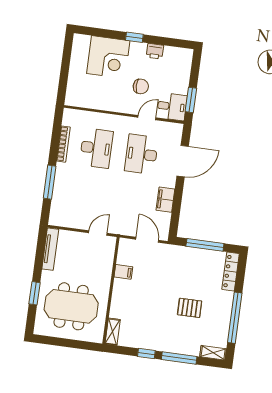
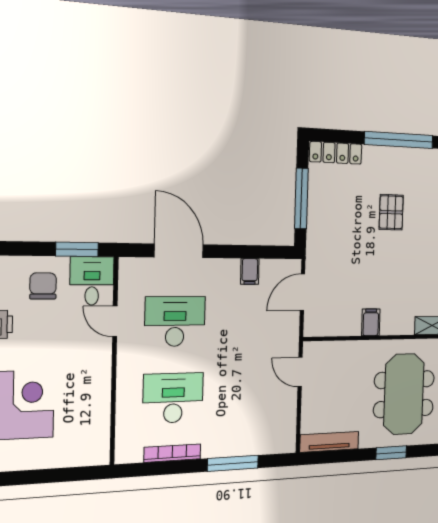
chair: (141, 86) -> (43, 286), moved
desk: (141, 154) -> (175, 321), turned 180
filing cabinet: (165, 200) -> (250, 271), width x0.50
filing cabinet: (123, 272) -> (371, 322), moved

